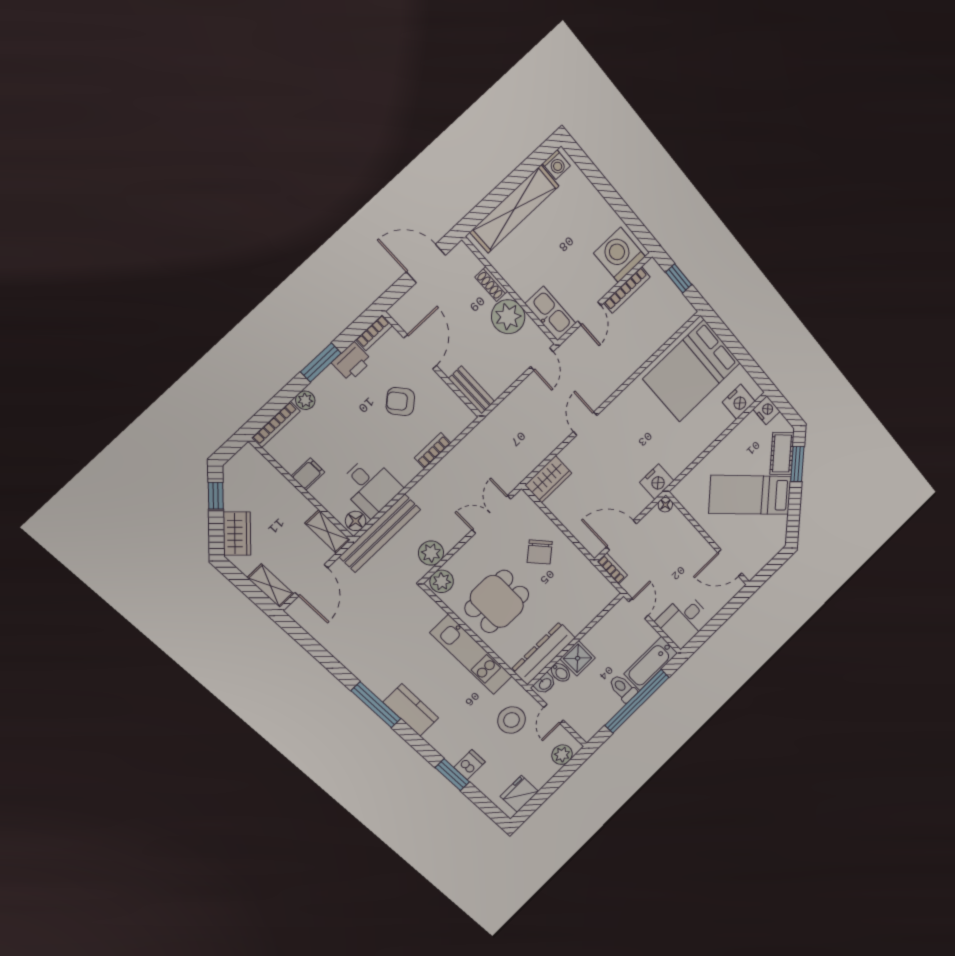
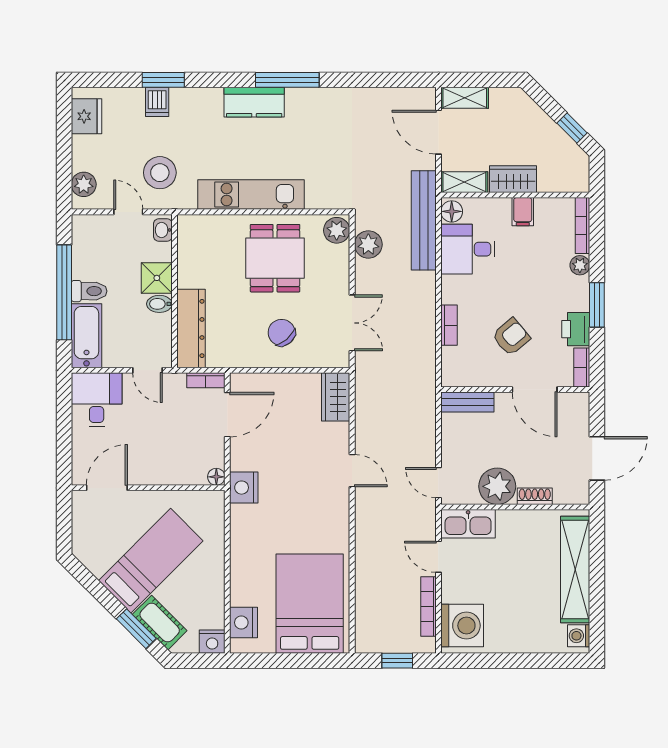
wardrobe: (237, 534) -> (513, 179), moved, turned 135
dresser: (543, 653) -> (191, 328), moved
bidet: (560, 672) -> (159, 304), moved

